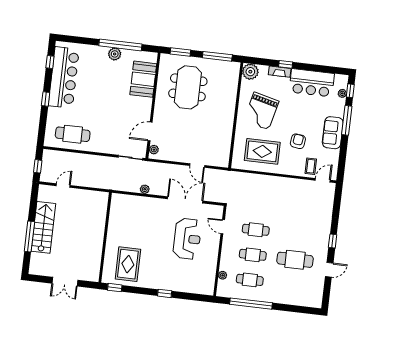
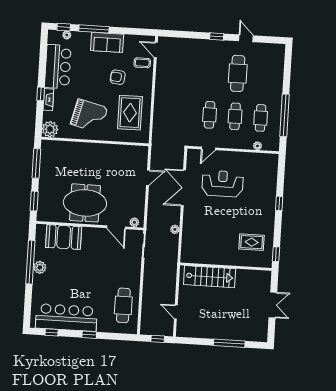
meeting table: (188, 87) -> (85, 203), moved
stairs: (43, 227) -> (210, 277), moved, turned 180
rug: (128, 264) -> (252, 242), width x0.73, depth x0.70

